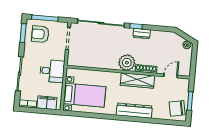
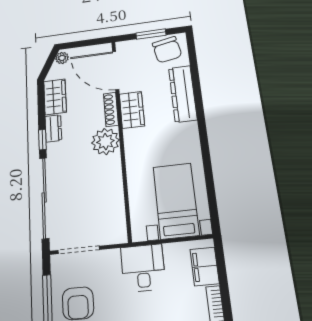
wardrobe: (162, 37) -> (55, 97), added
door: (171, 76) -> (116, 70), width x1.88
wardrobe: (137, 80) -> (132, 110), width x0.67
dresser: (134, 111) -> (183, 94), moved

